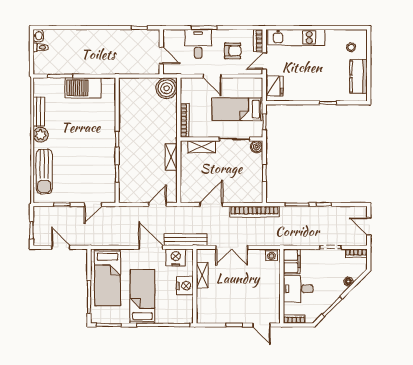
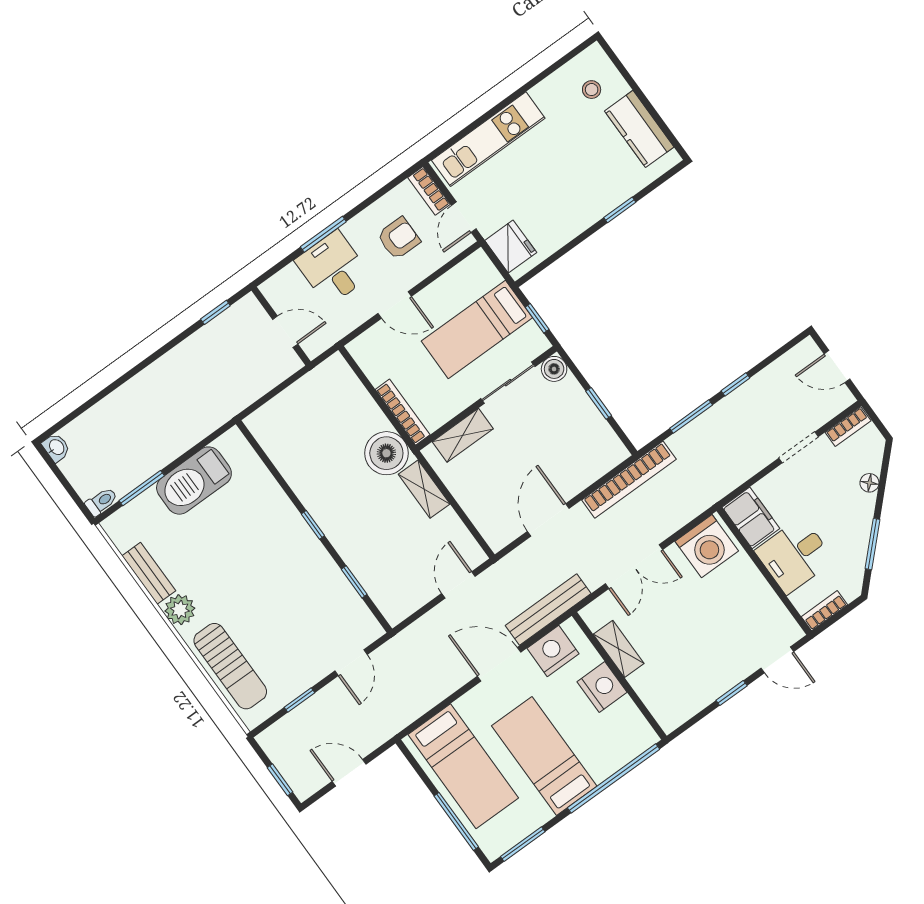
toilet: (40, 47) -> (101, 502), moved
boiler: (167, 88) -> (386, 453), moved
washing machine: (271, 255) -> (707, 546), width x1.89, depth x1.89

